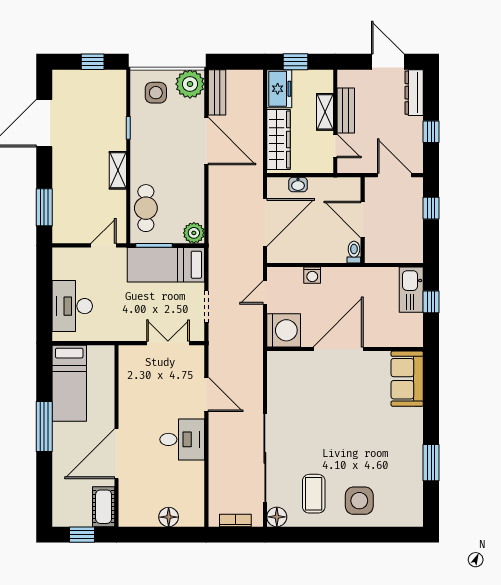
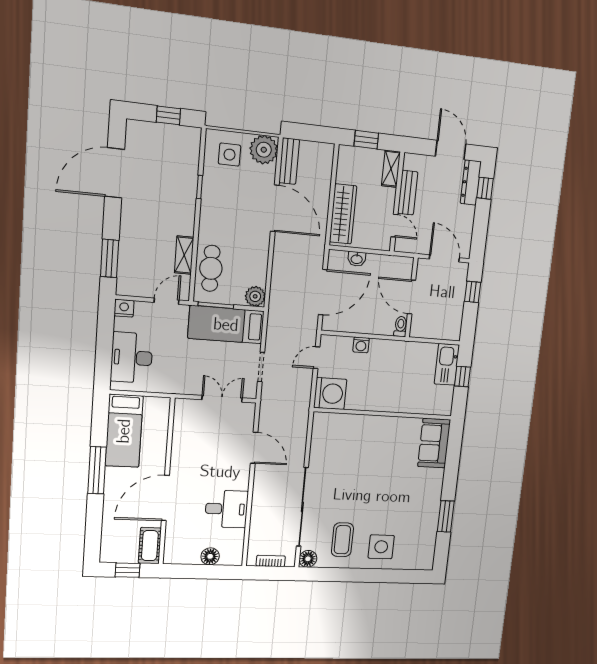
freezer: (279, 89) -> (349, 164), removed
shelving: (325, 112) -> (391, 169), moved
window: (431, 132) -> (485, 188), moved
shelving: (118, 170) -> (184, 255), moved
nightstand: (61, 256) -> (124, 308), added
door: (338, 349) -> (377, 413), removed
desk: (182, 439) -> (226, 509), moved

